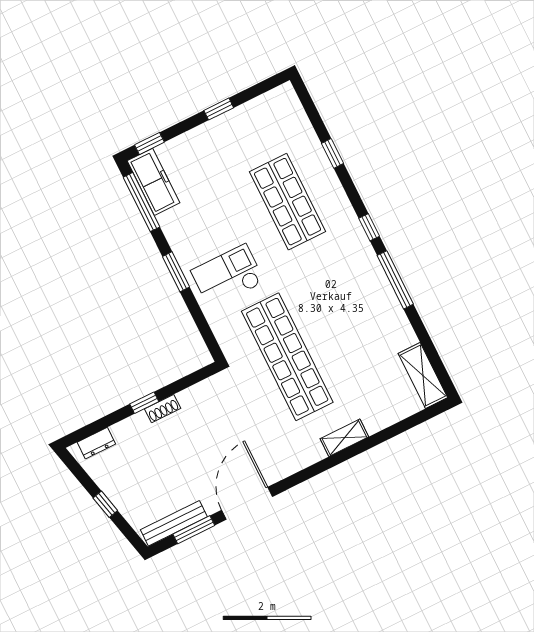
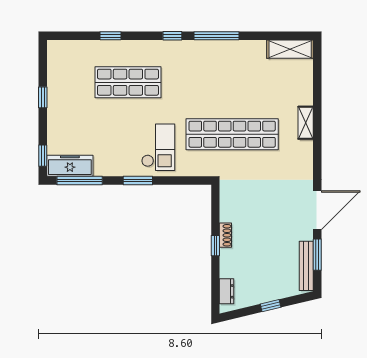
checkout: (228, 276) -> (158, 147), turned 180
door: (247, 503) -> (317, 210), swing flipped

